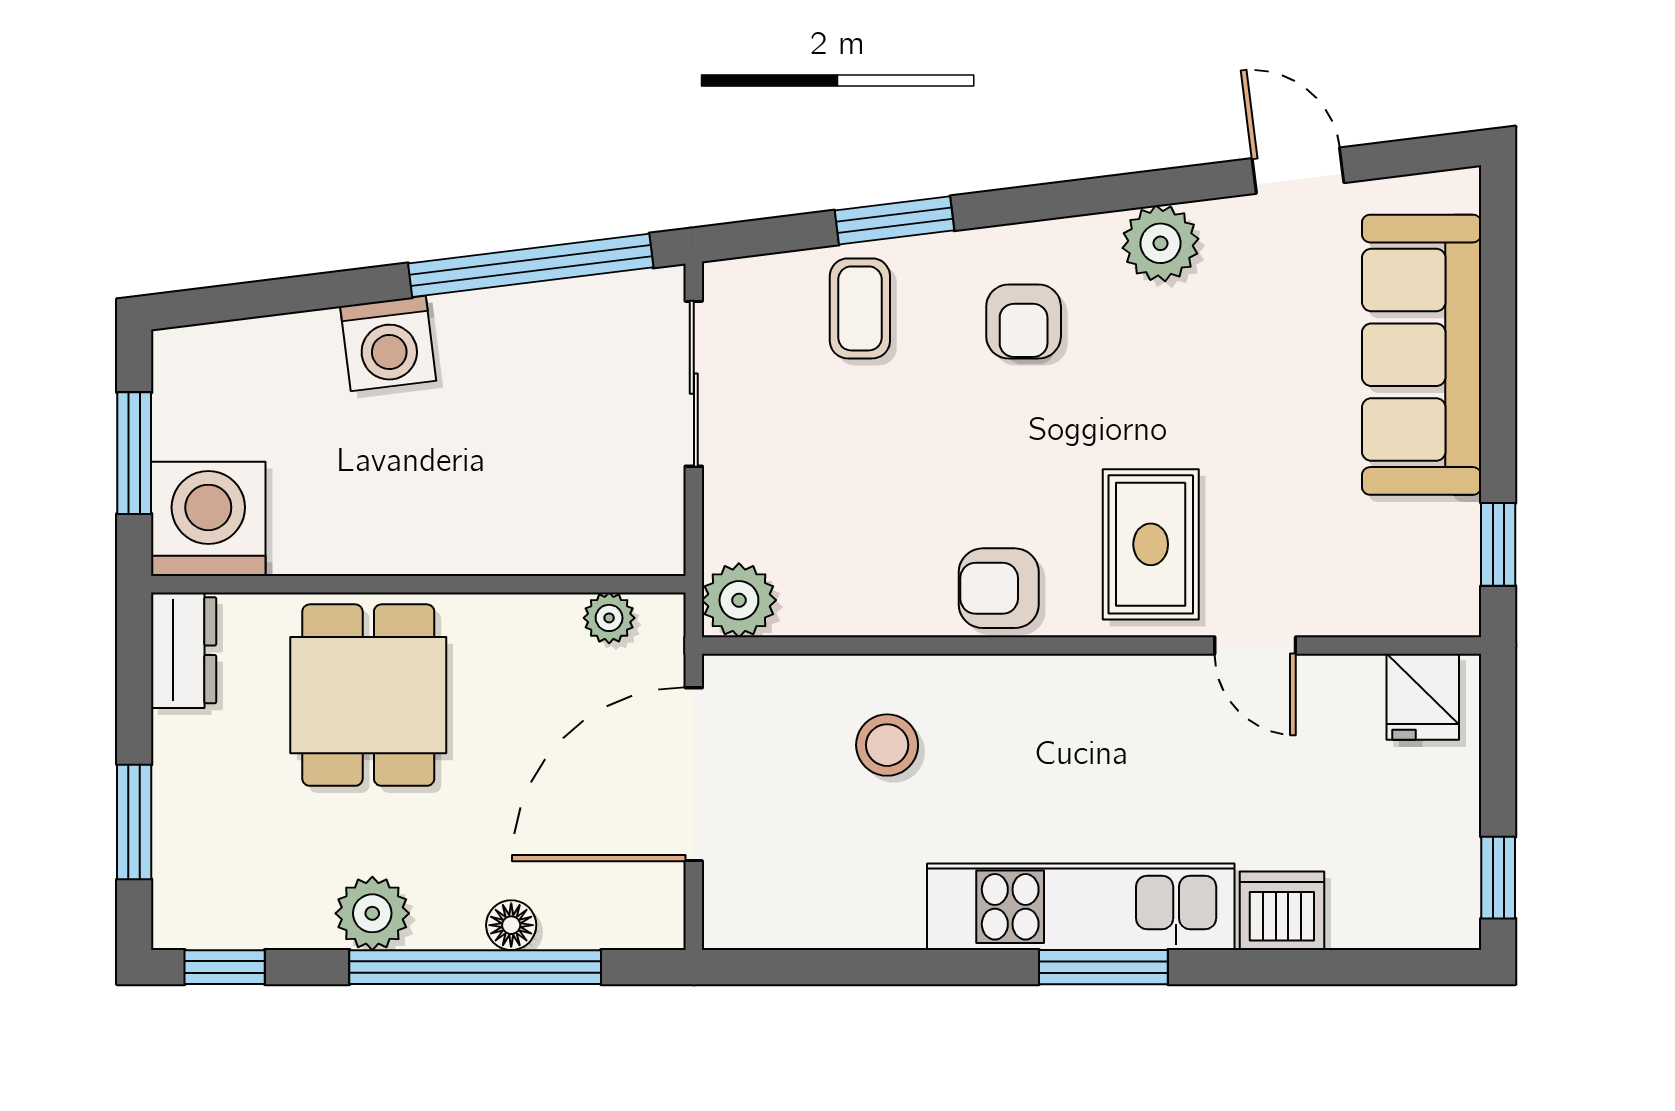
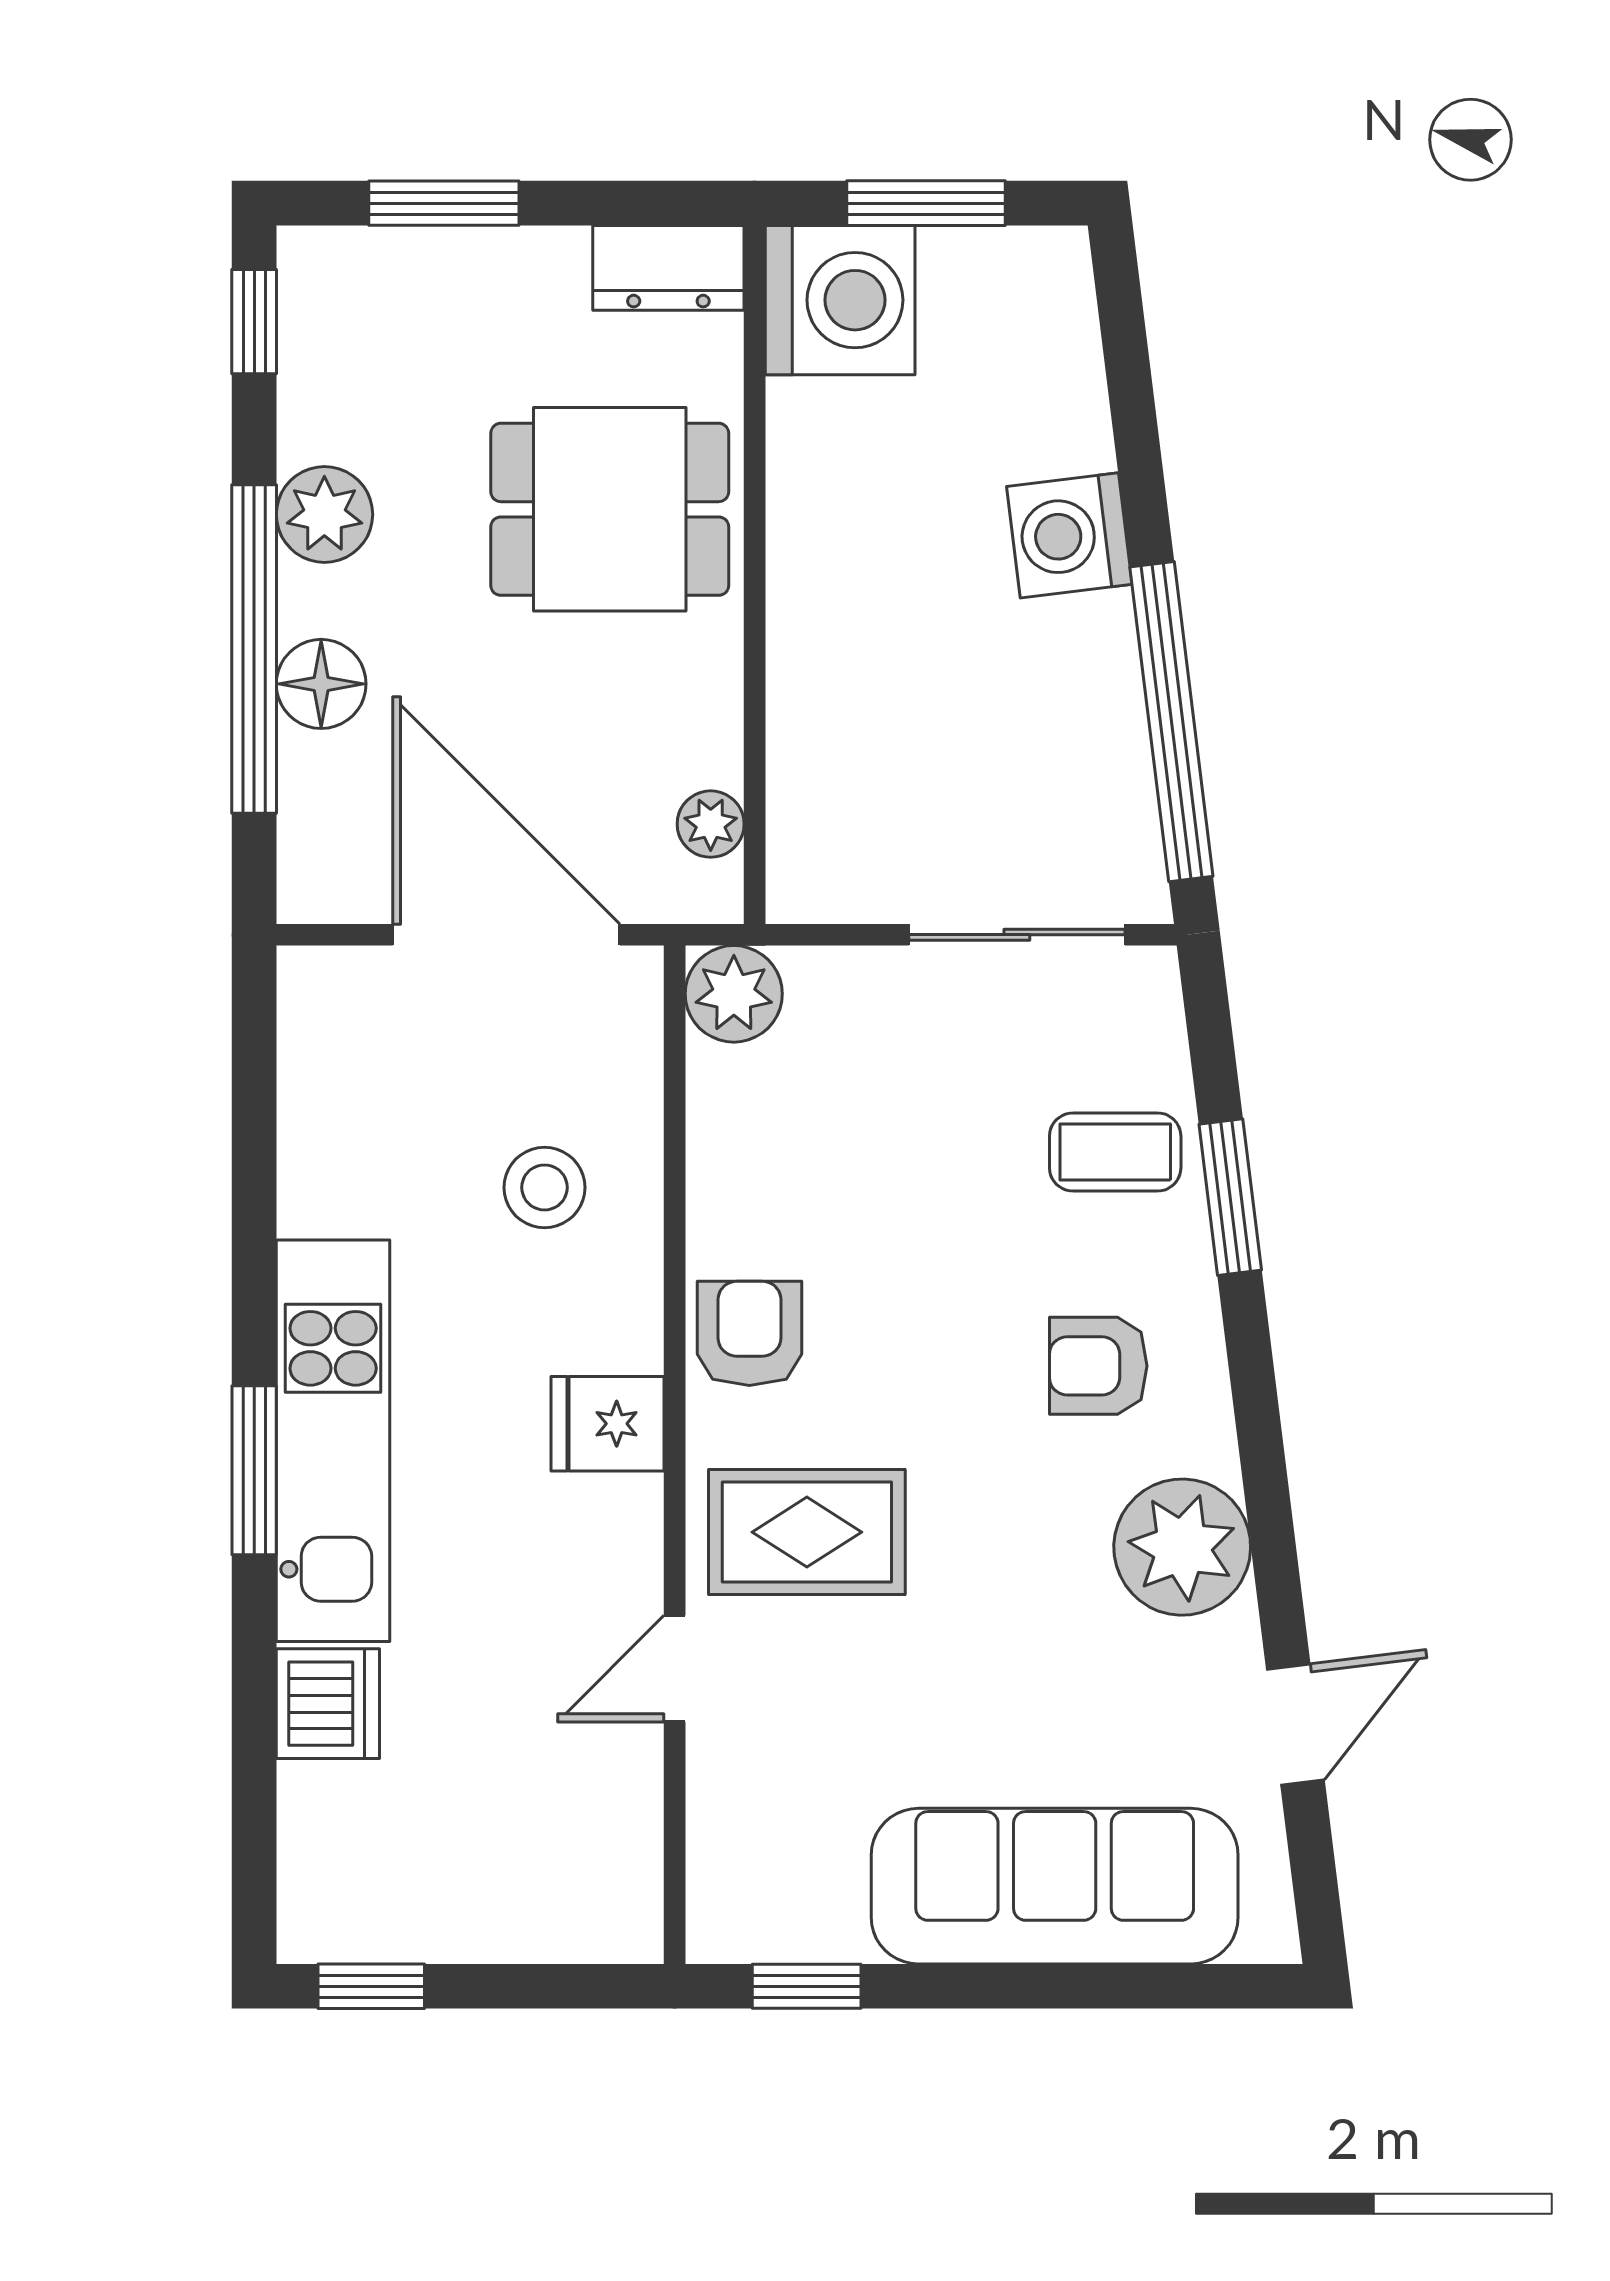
plant: (1161, 243) -> (1182, 1547), width x1.36, depth x1.36
fridge: (1423, 697) -> (608, 1424), moved
floor lamp: (511, 925) -> (321, 684), width x1.37, depth x1.37

